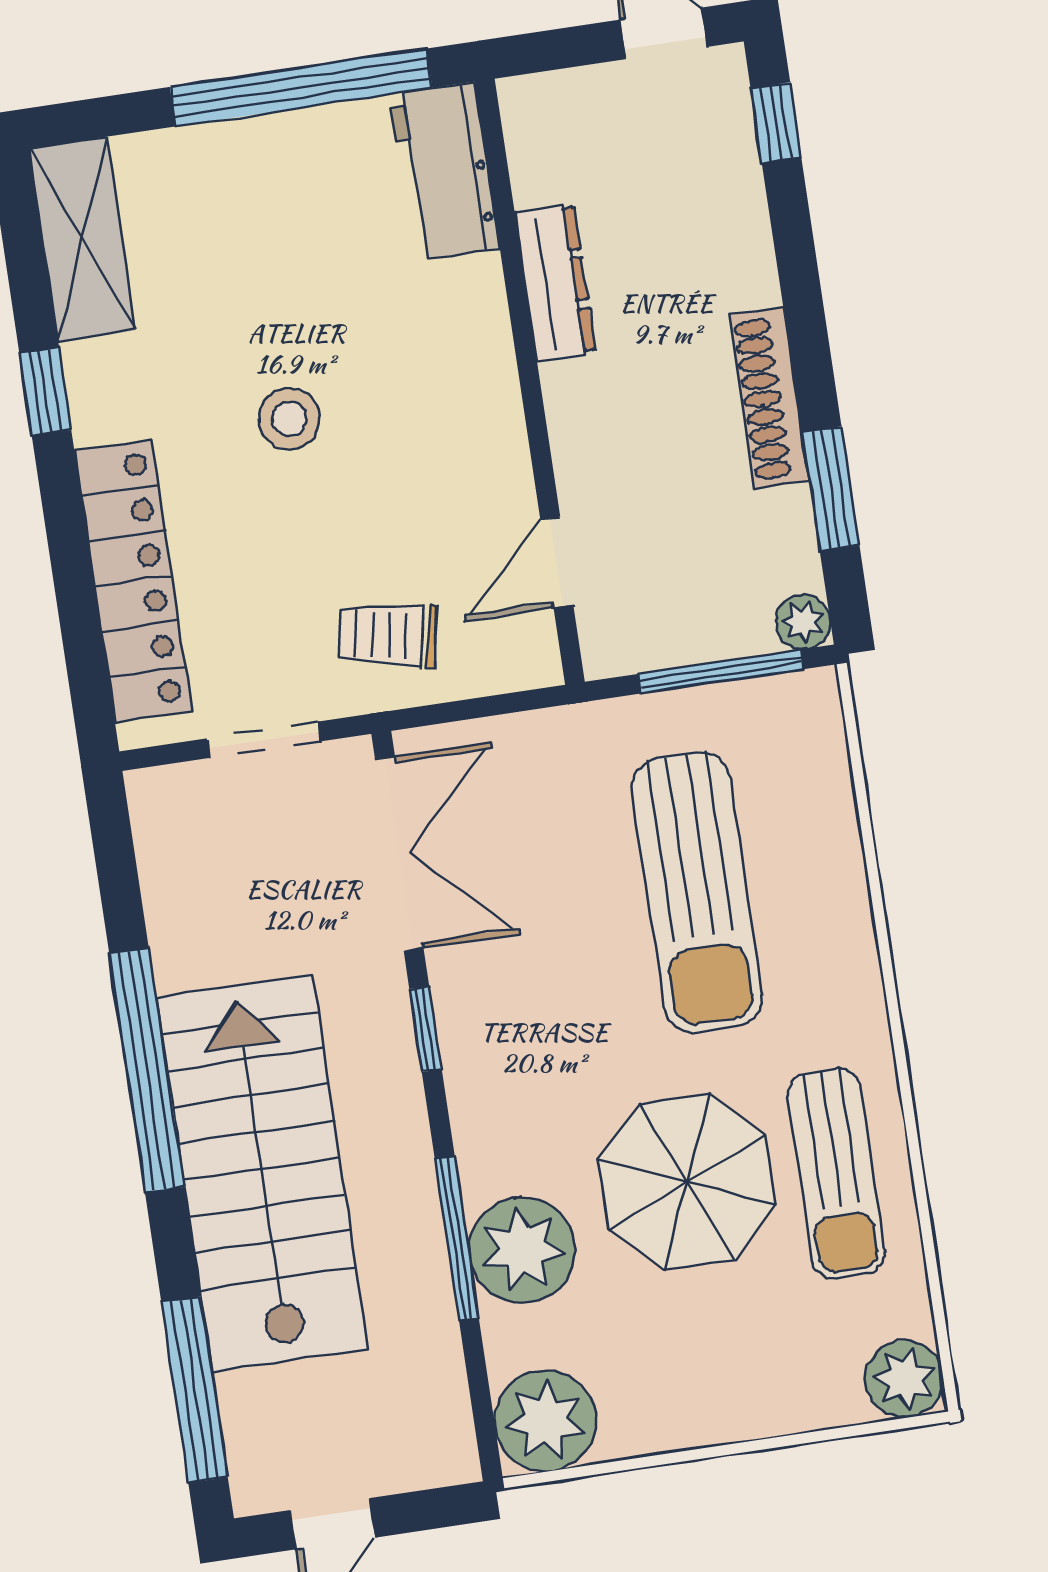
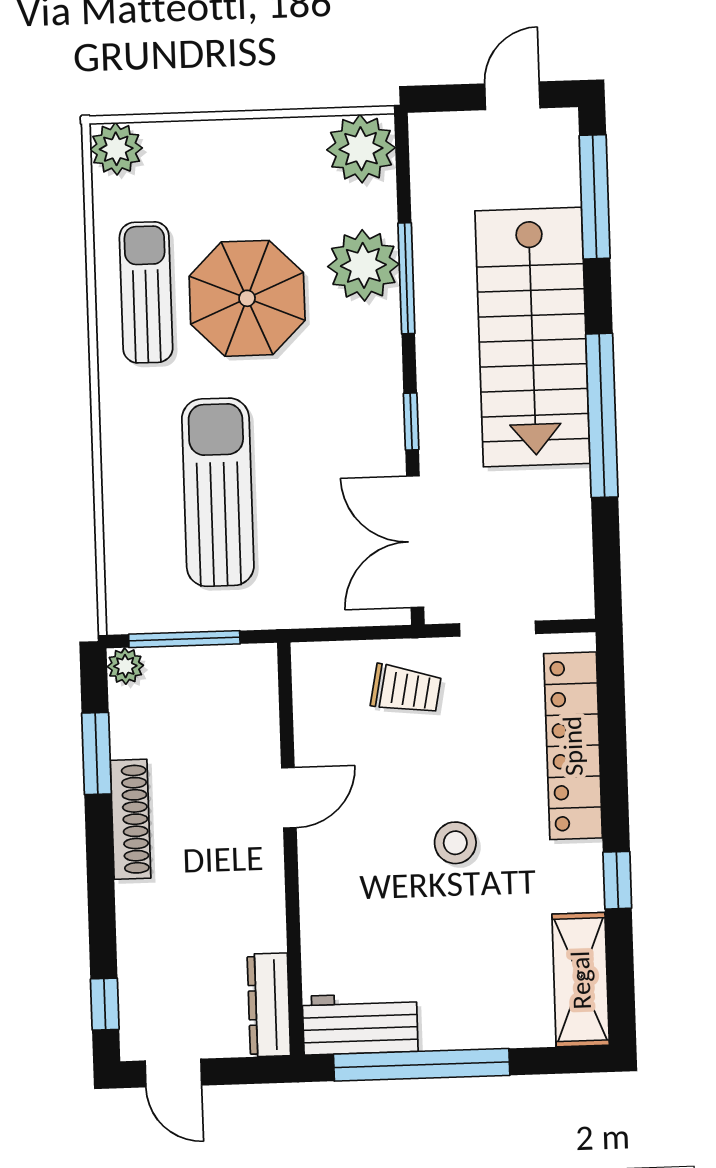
workbench: (444, 171) -> (360, 1024), moved, turned -90
dresser: (555, 283) -> (269, 1005), moved
door: (557, 562) -> (289, 798), moved

